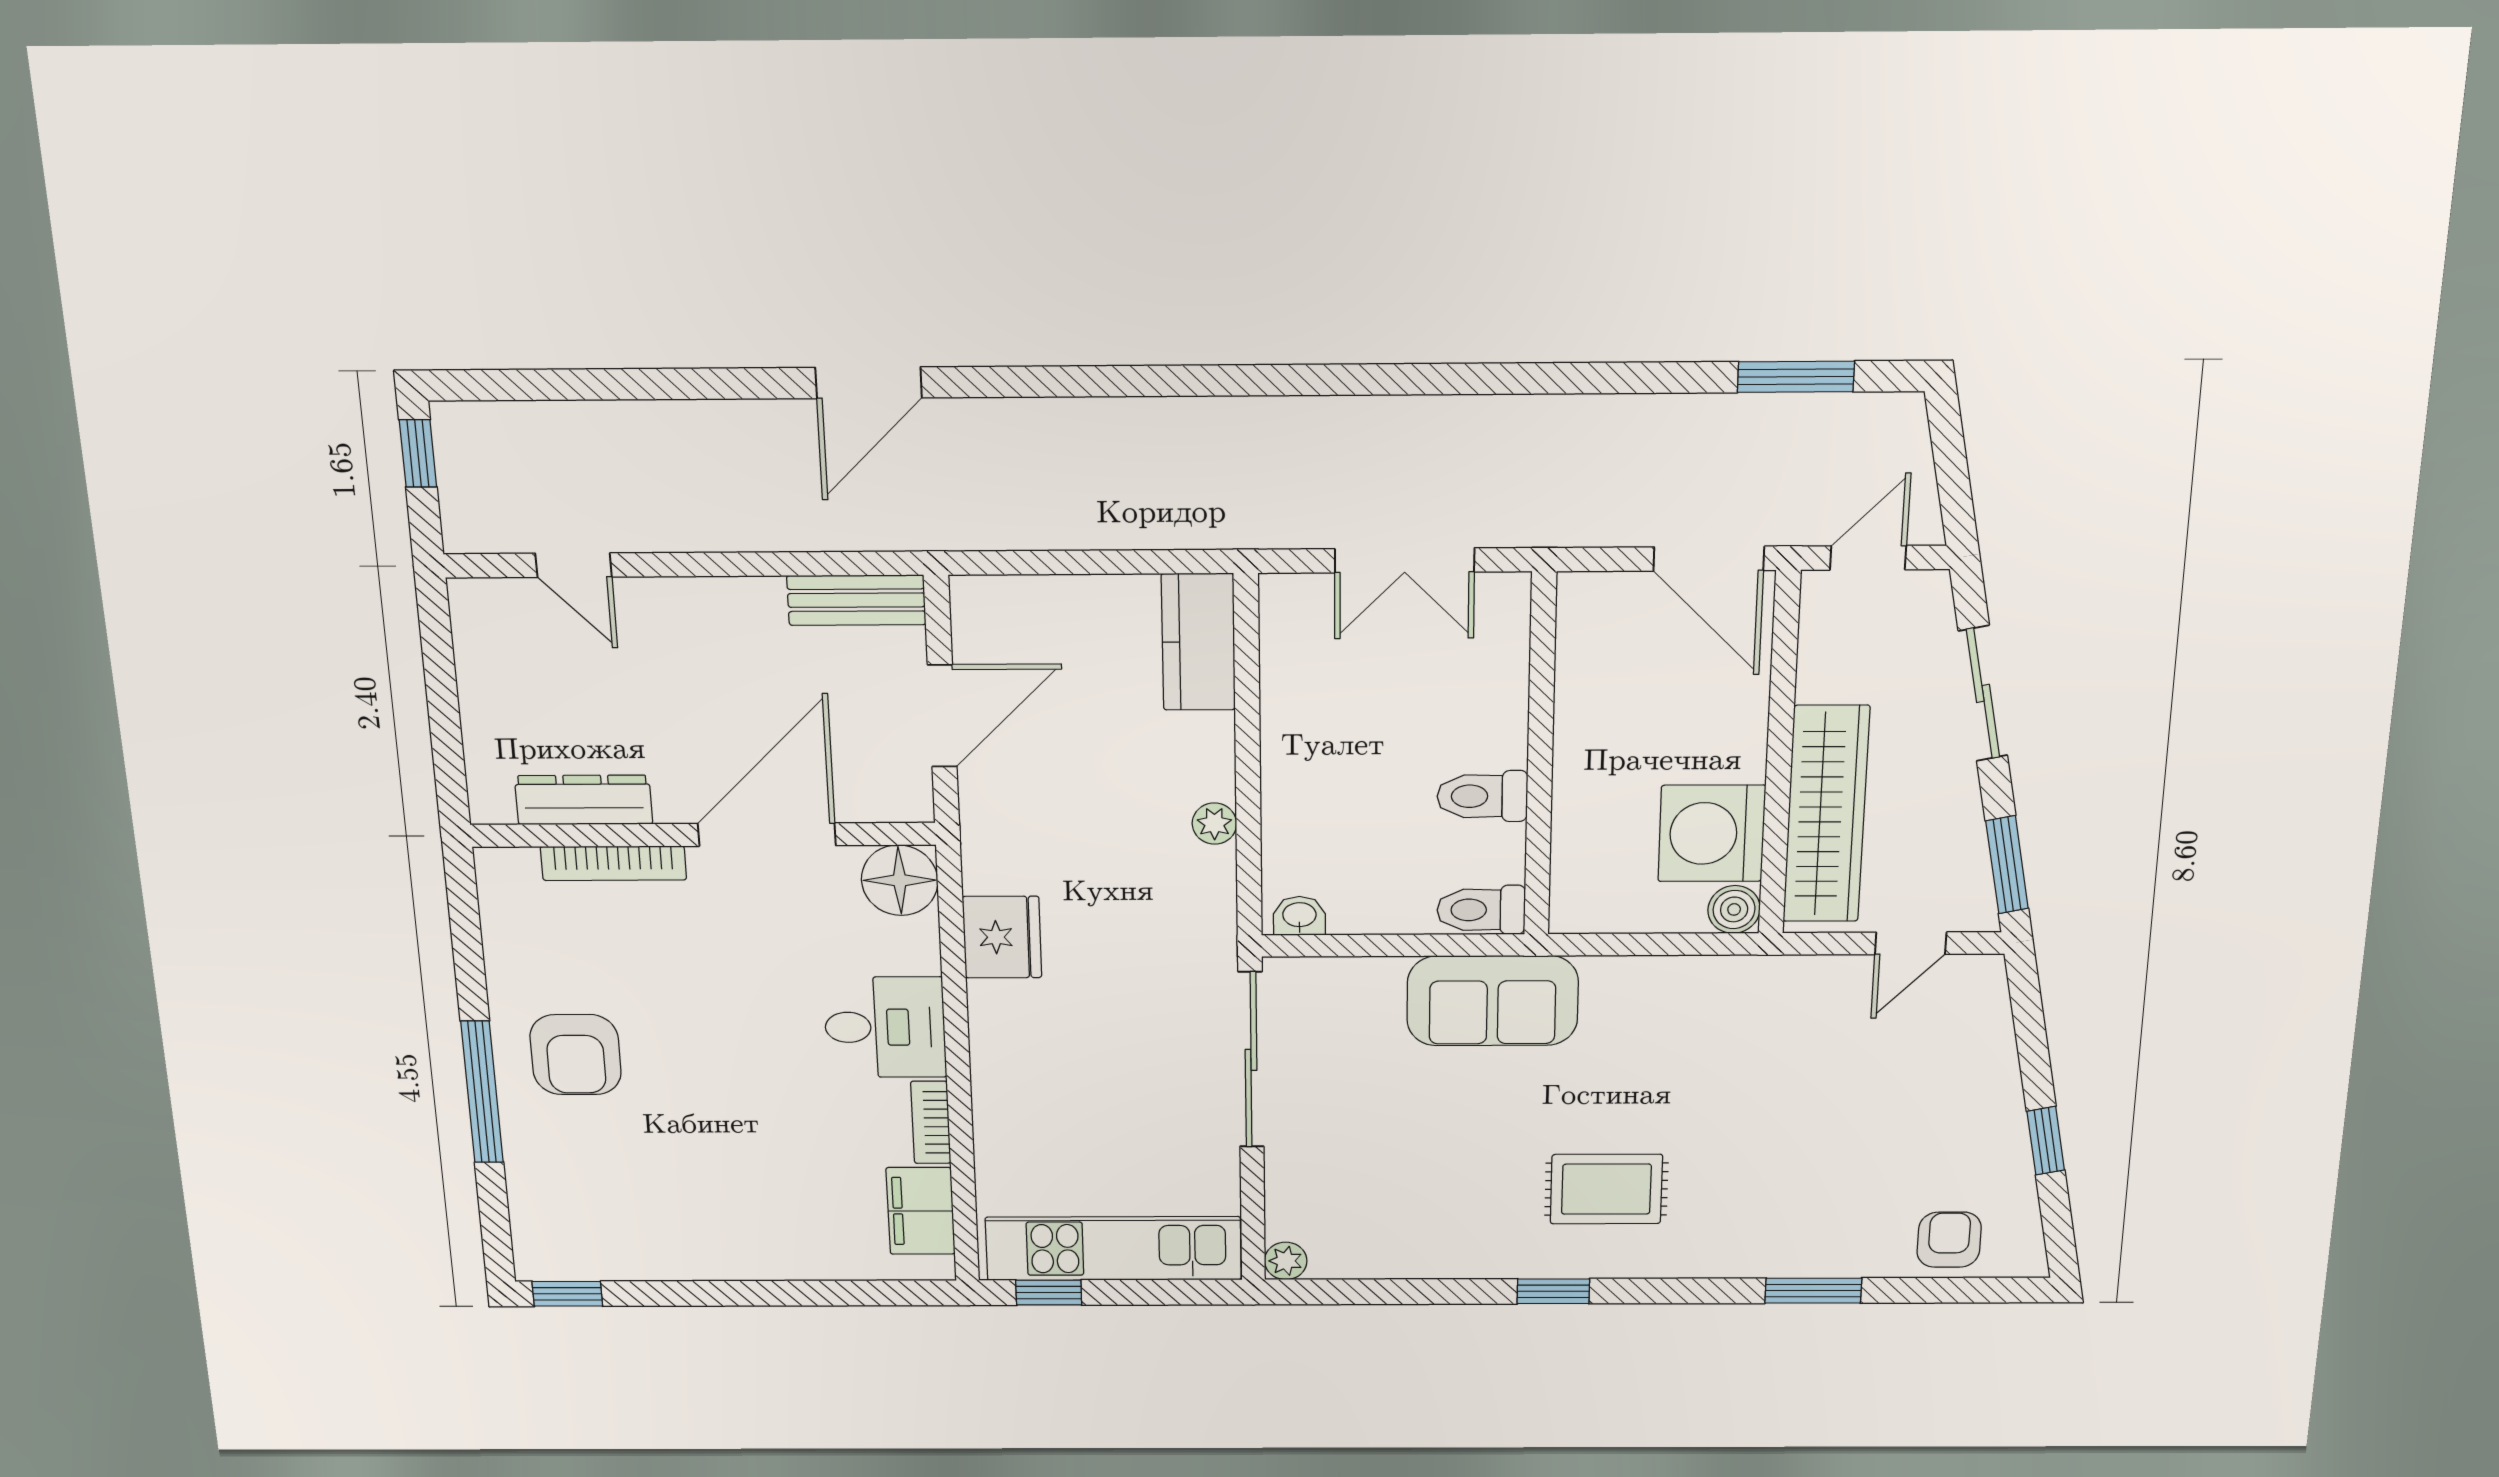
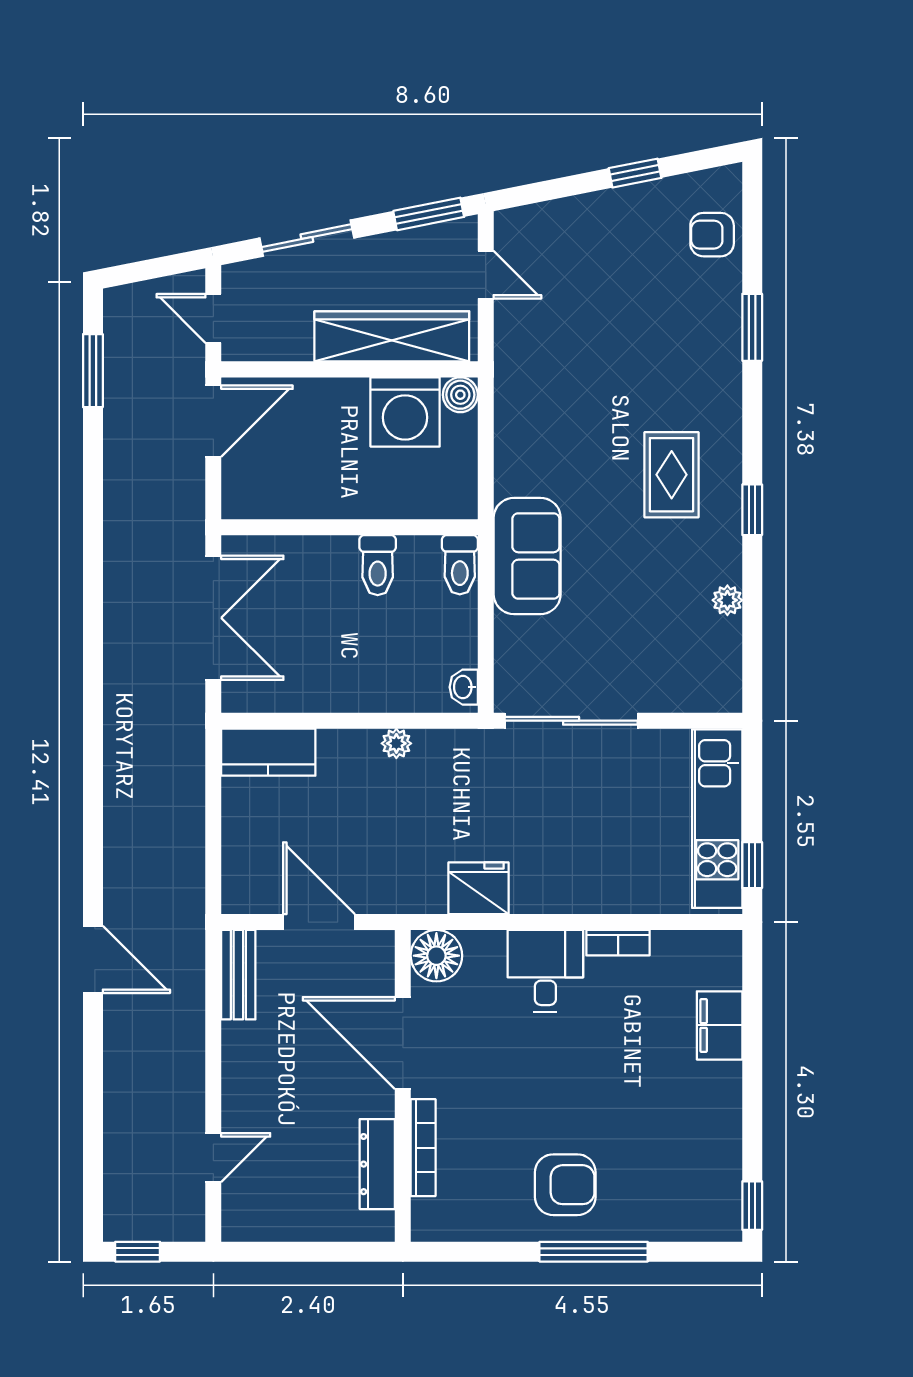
double door: (1405, 560) -> (213, 618), width x1.37
filing cabinet: (921, 1211) -> (720, 1025), moved, turned 90
plant: (1286, 1261) -> (727, 600), moved

